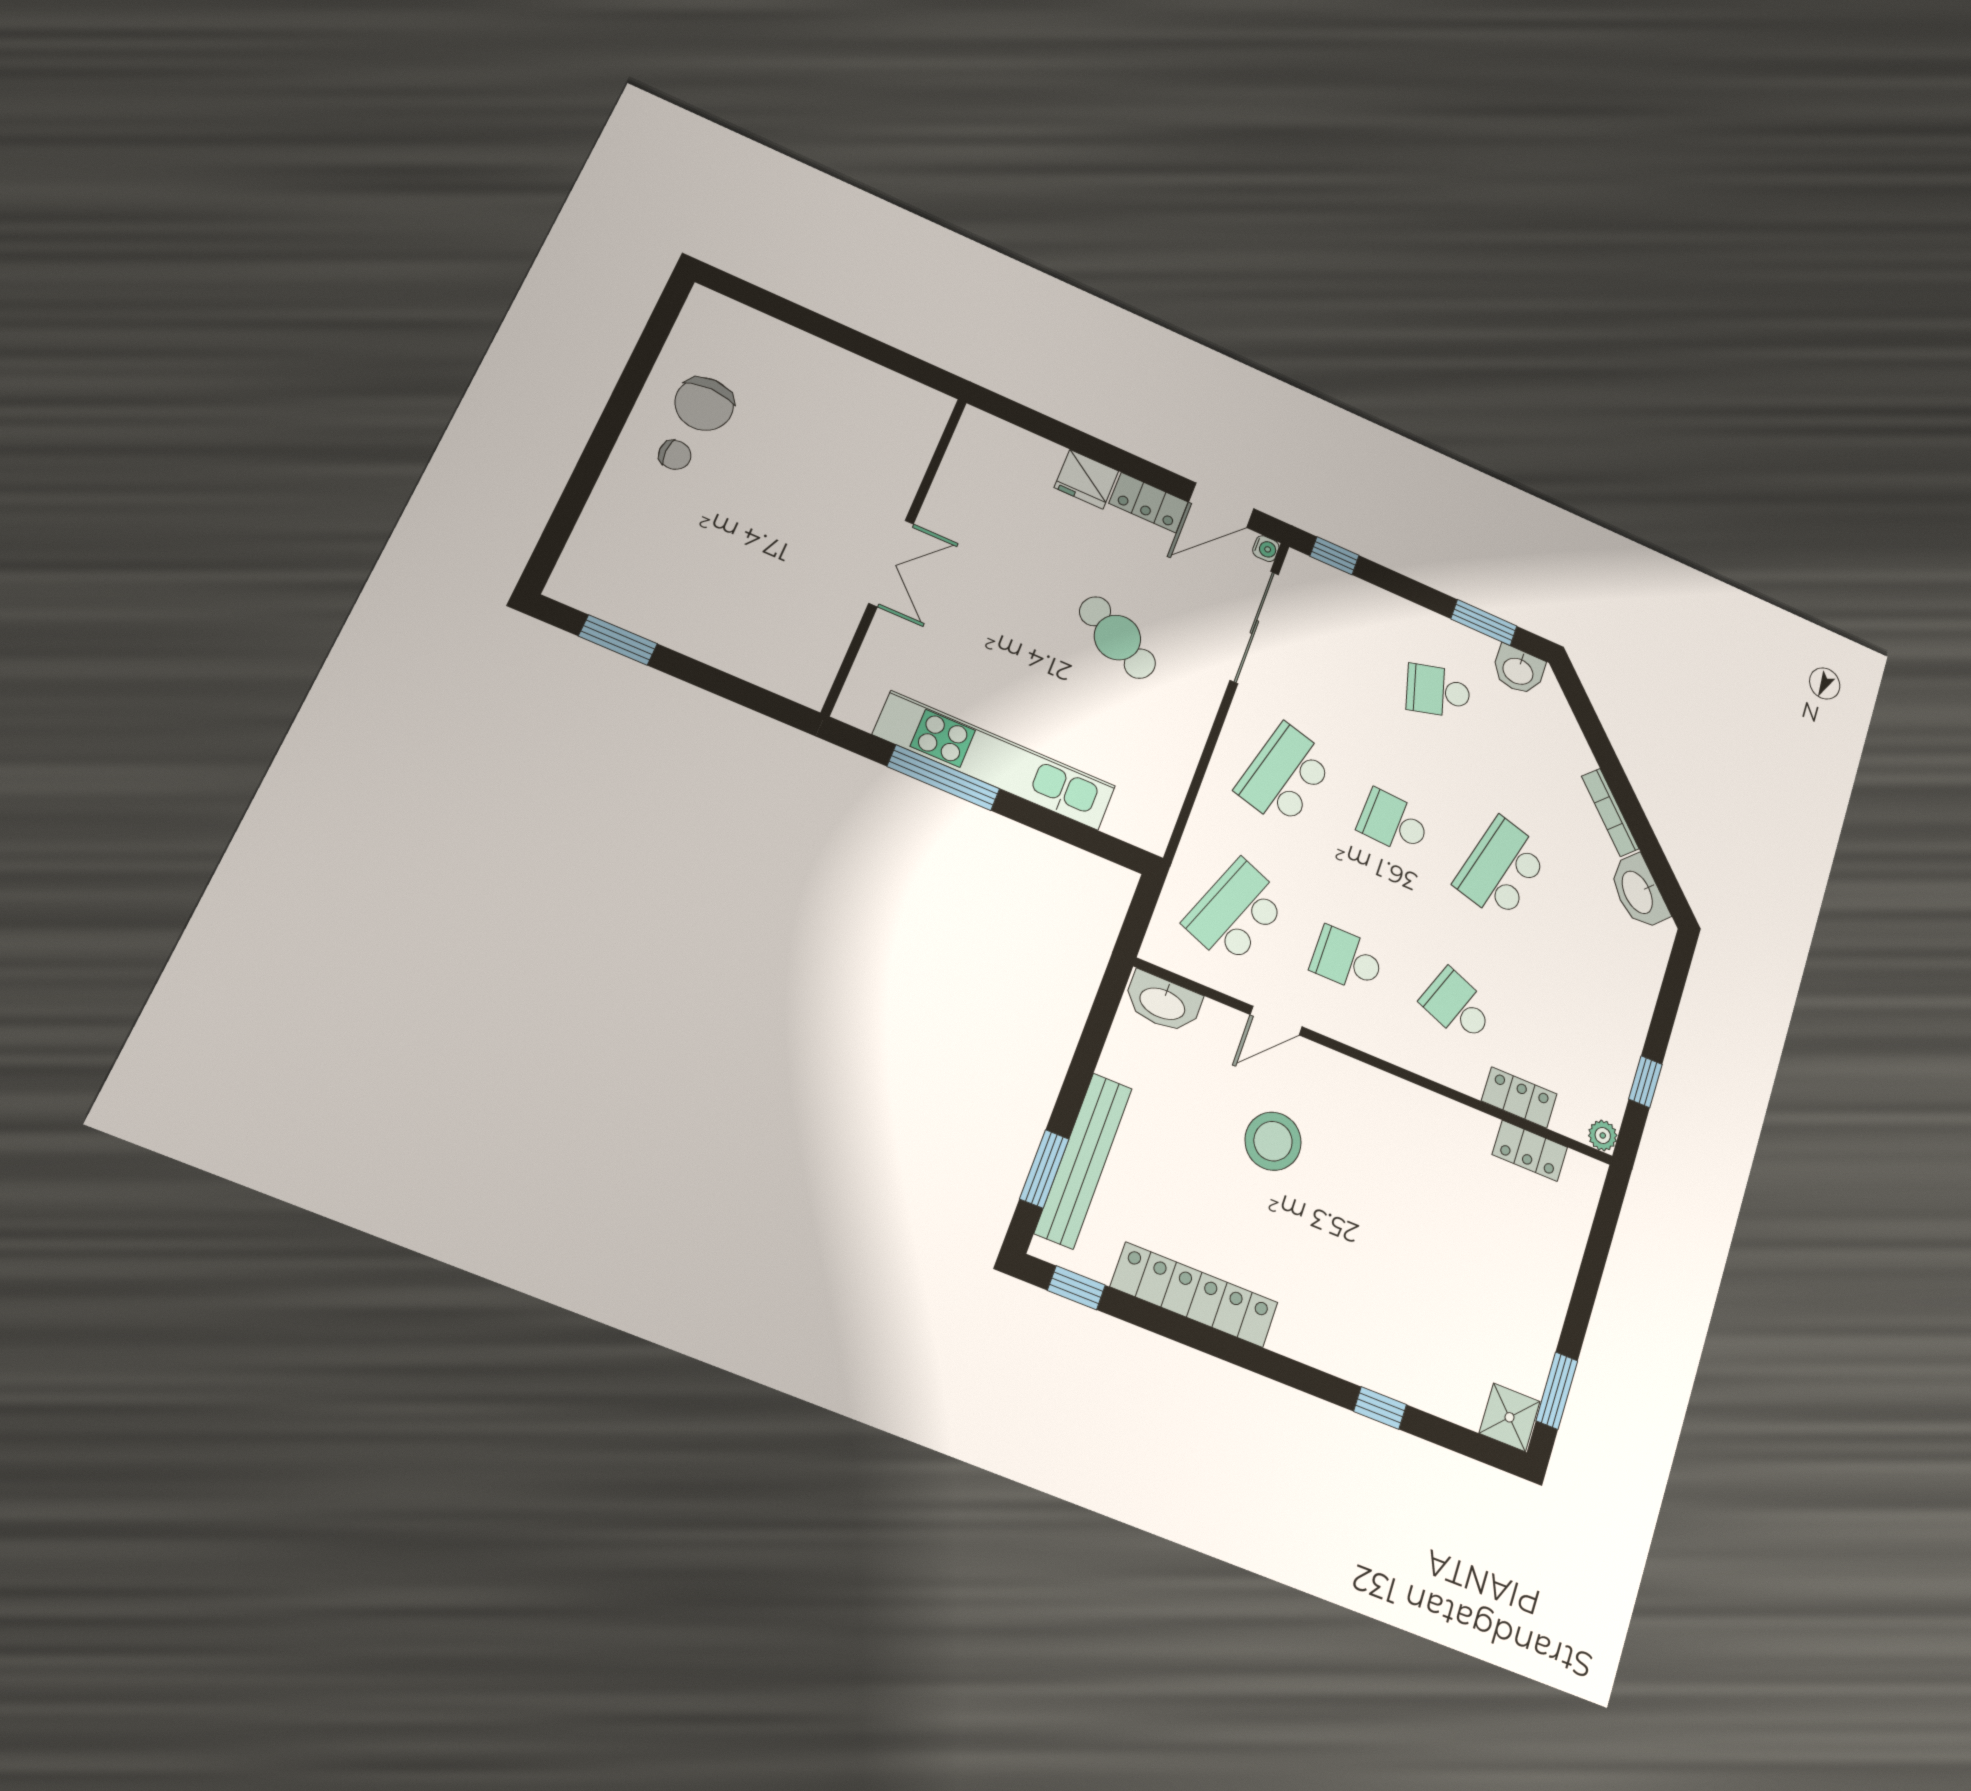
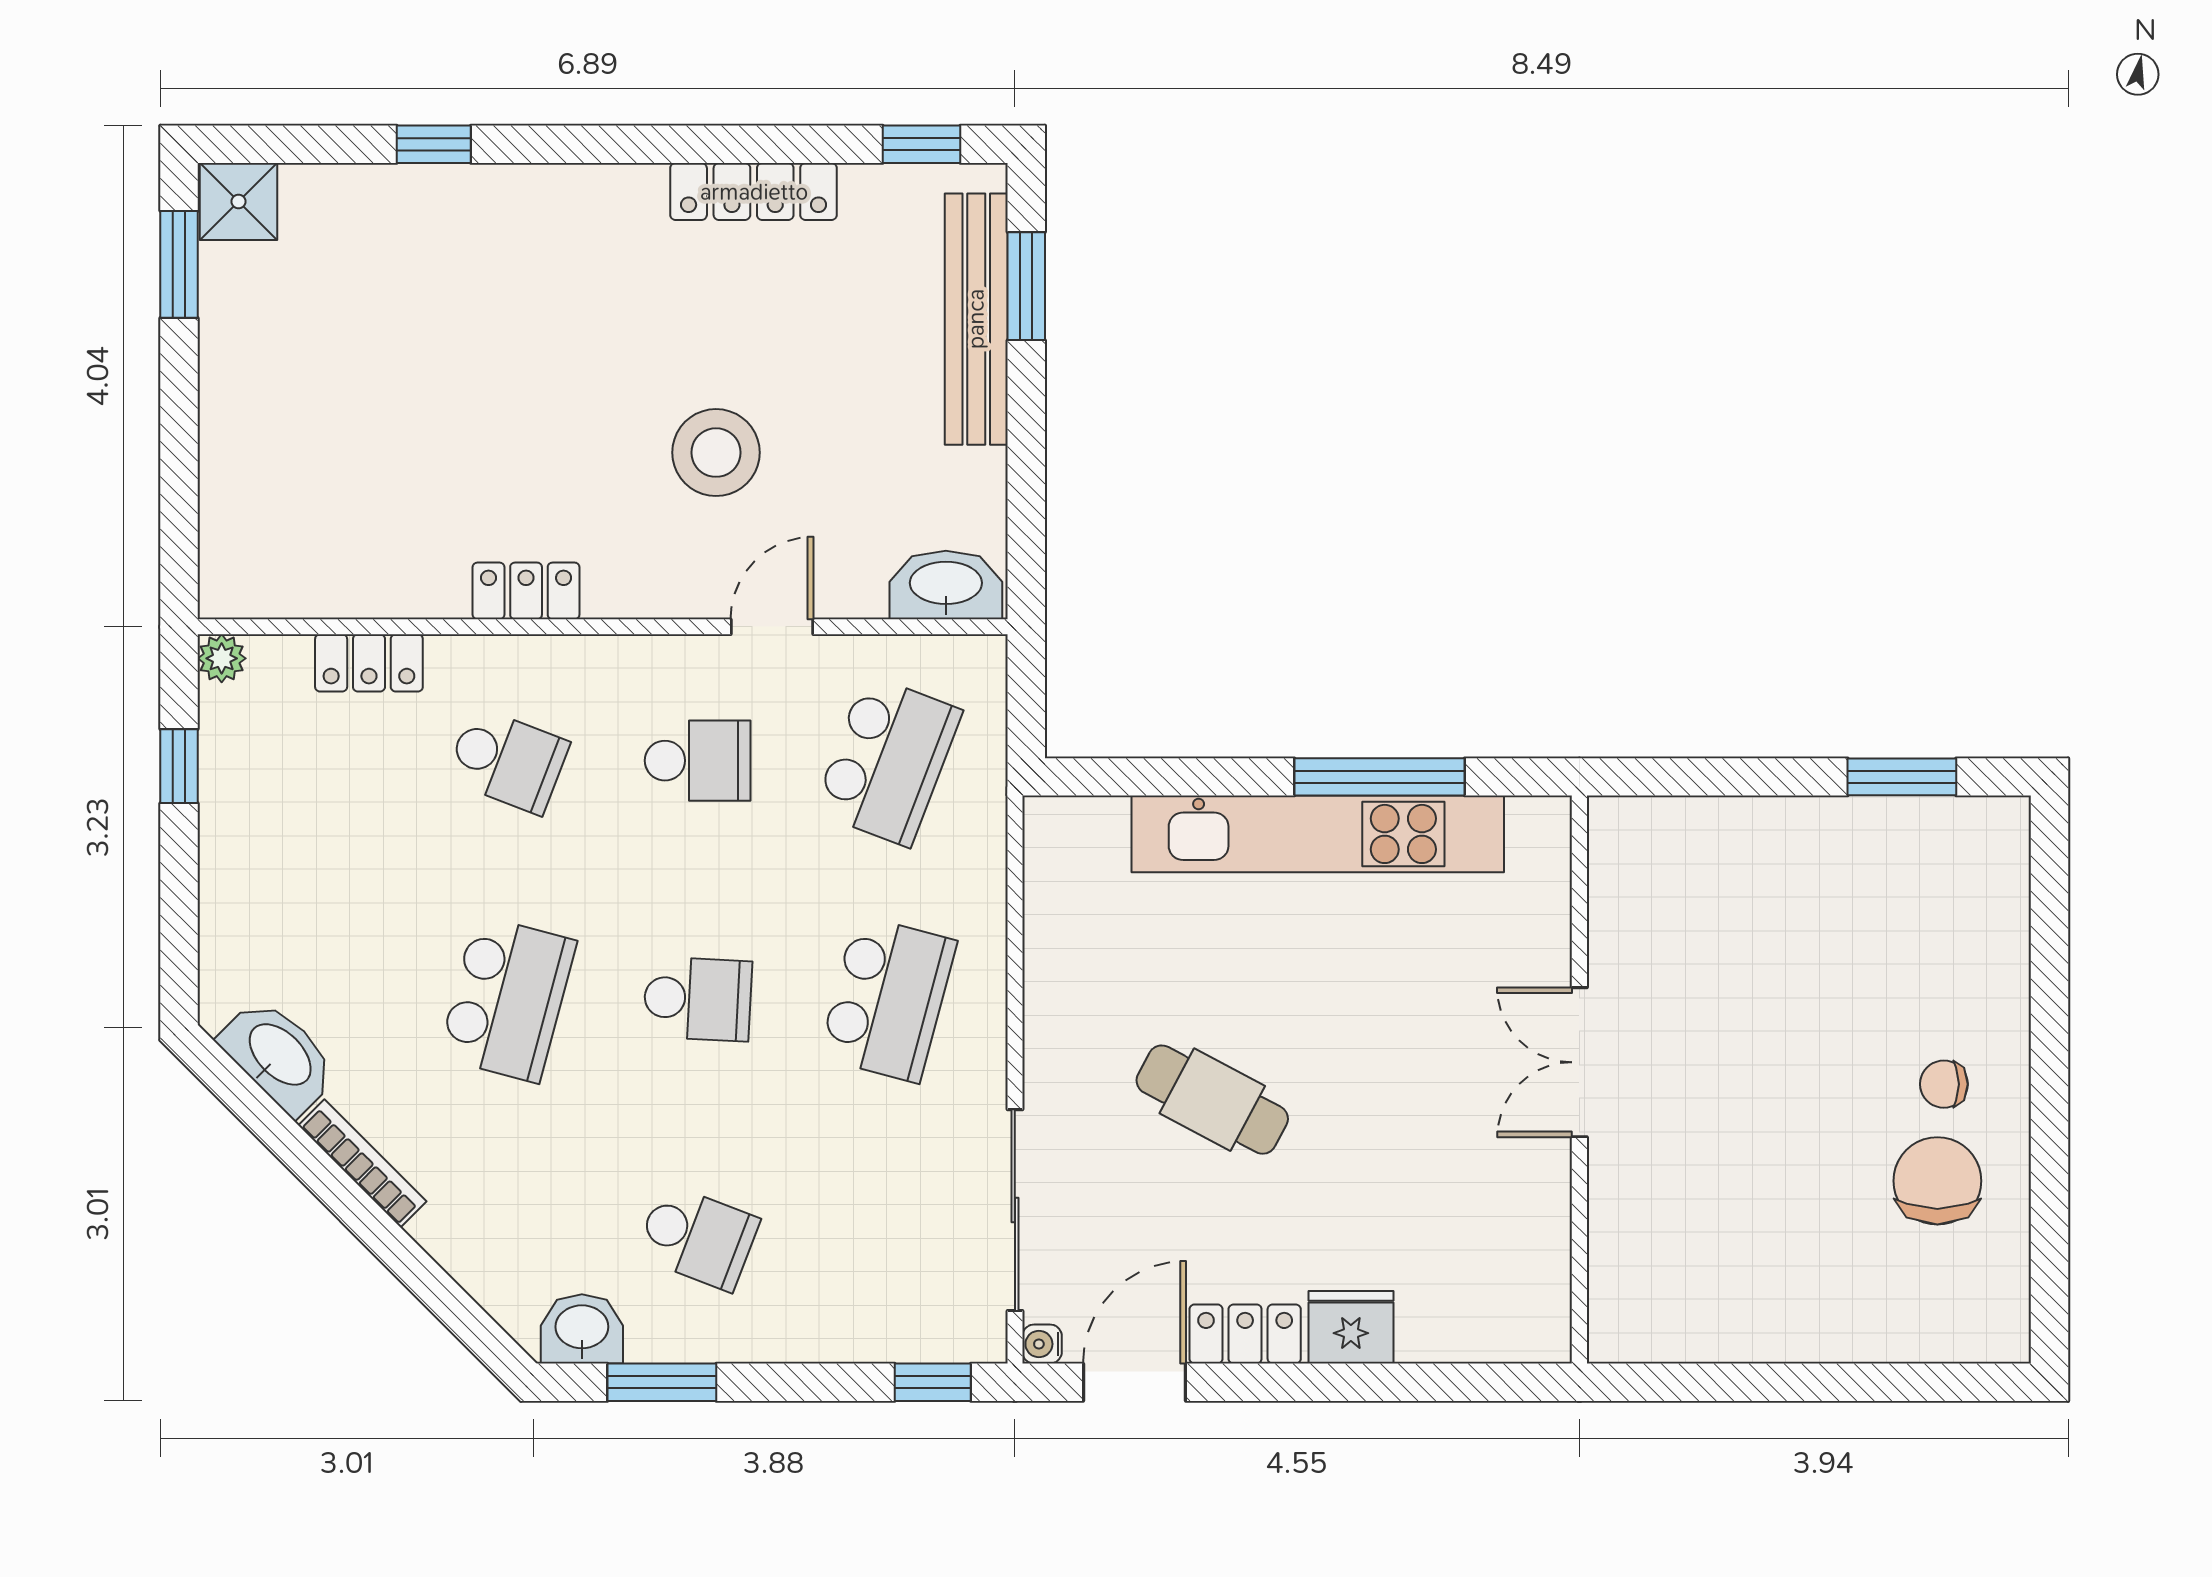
school desk: (1438, 691) -> (698, 1237), turned 36
locker: (1530, 1151) -> (526, 591), moved
locker: (1194, 1295) -> (754, 192), width x0.71, depth x0.83

